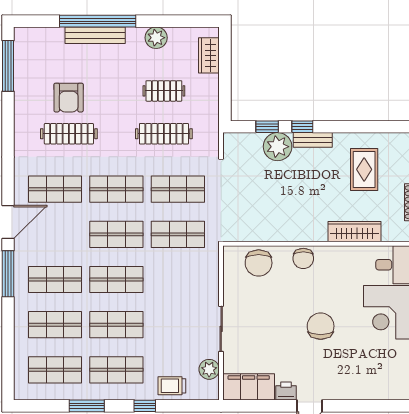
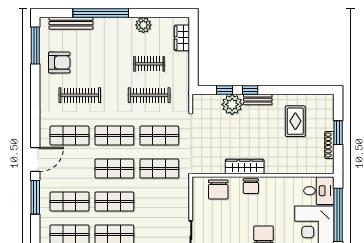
bench: (95, 35) -> (71, 23), moved
armchair: (69, 98) -> (59, 62), moved, turned -90
wardrobe: (355, 232) -> (245, 167), moved

